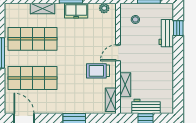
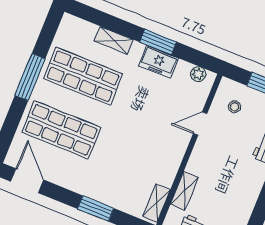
door: (118, 53) -> (200, 124), moved
trolley: (98, 71) -> (155, 156), removed

